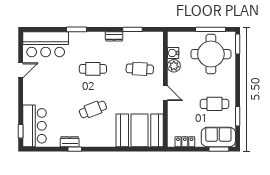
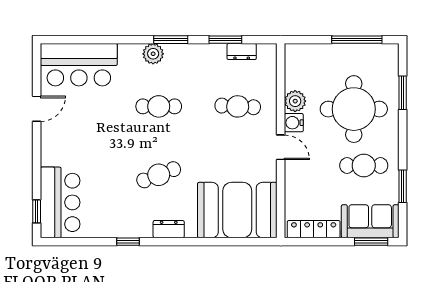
window: (77, 29) -> (171, 40), moved
dresser: (114, 36) -> (242, 52), moved
plant: (90, 38) -> (153, 54), added
window: (238, 44) -> (403, 93), moved
water cooler: (173, 53) -> (294, 123), moved
round table: (211, 54) -> (354, 109), moved
dresser: (70, 142) -> (169, 229), moved
locker: (185, 142) -> (314, 229), width x1.53

